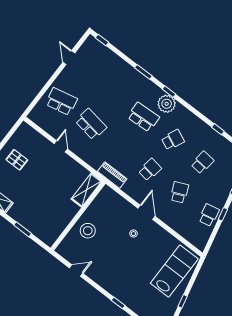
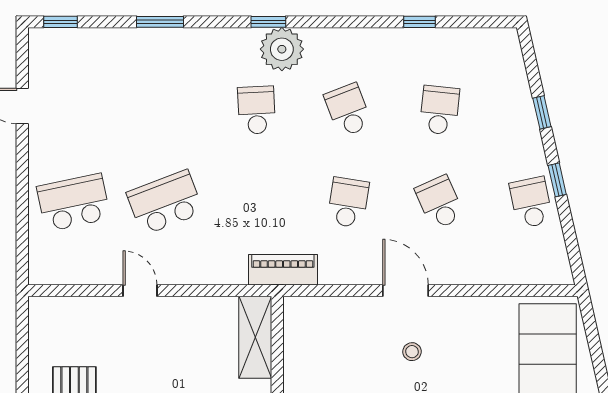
window: (143, 72) -> (160, 22), moved
school desk: (143, 117) -> (257, 110), width x0.54
school desk: (91, 124) -> (165, 202), turned -30
school desk: (173, 140) -> (348, 110), turned -45

